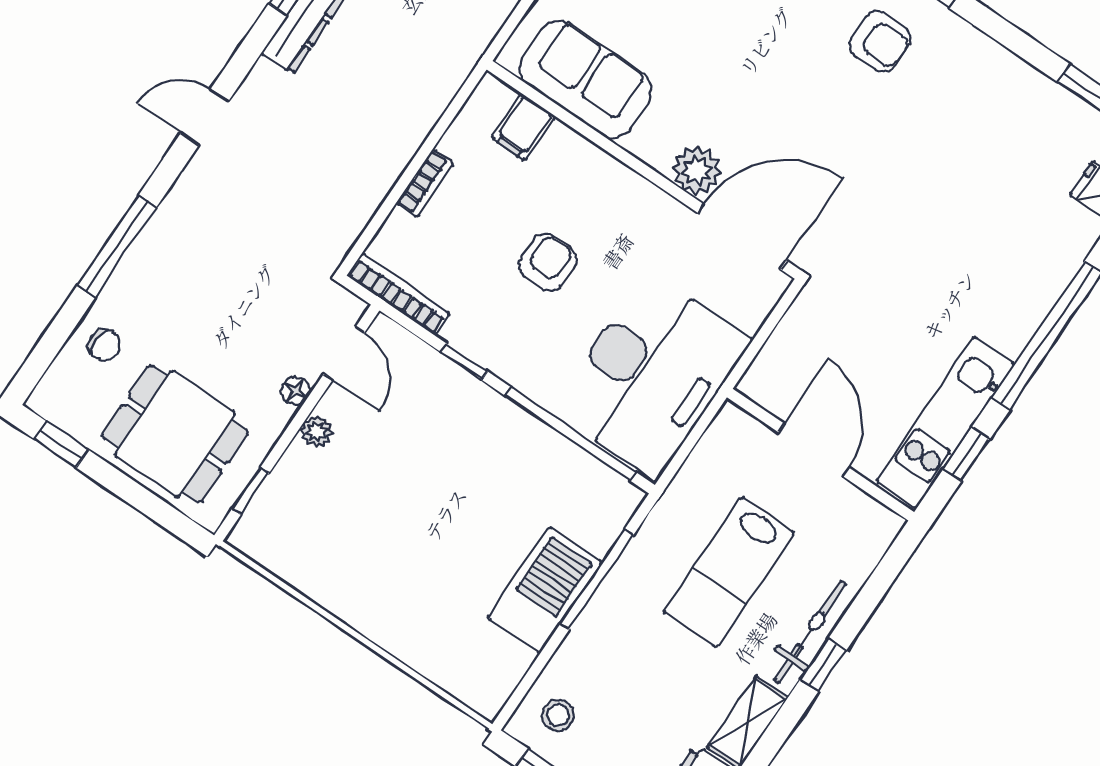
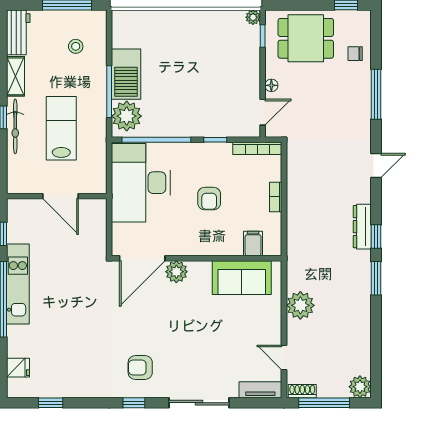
door: (344, 353) -> (263, 112), swing flipped
kitchen unit: (945, 422) -> (18, 284), moved
plant: (316, 432) -> (253, 17), moved
plant: (595, 514) -> (127, 116), added
stool: (558, 715) -> (76, 46), moved

